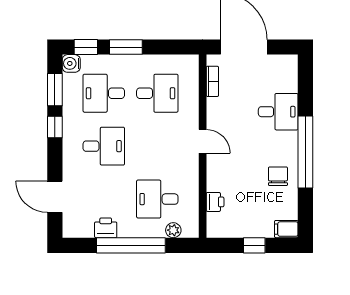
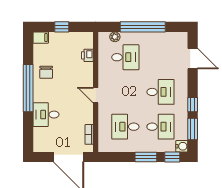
desk: (104, 146) -> (160, 92), turned 180
printer: (106, 228) -> (159, 38), removed

